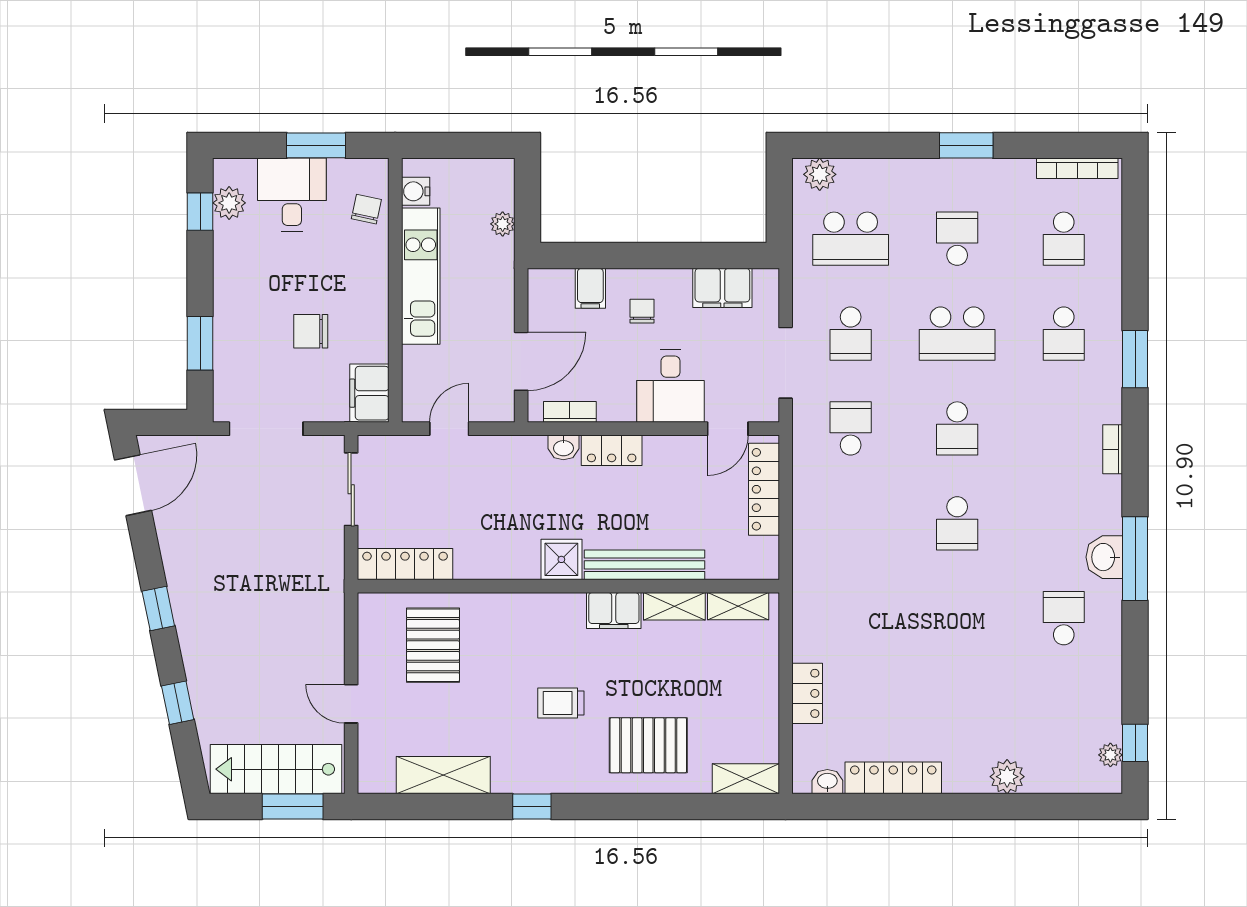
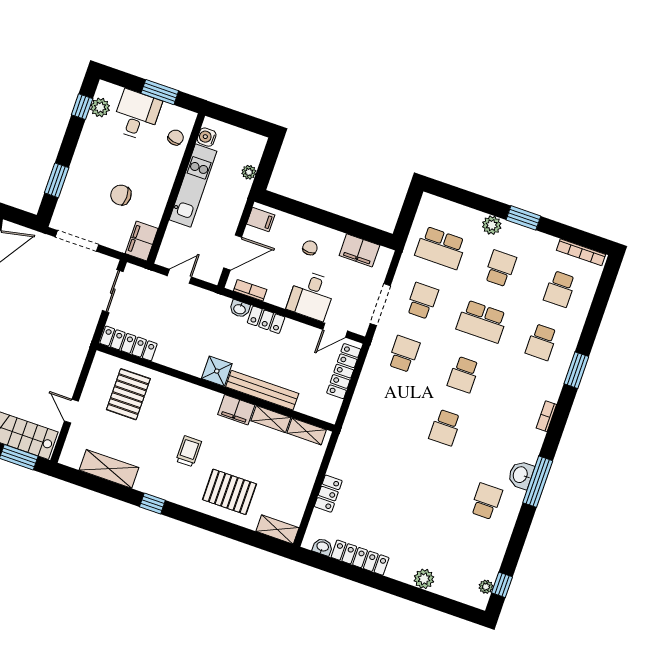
plant: (820, 174) -> (492, 225), moved
filing cabinet: (590, 288) -> (261, 219), moved, turned -90
school desk: (851, 334) -> (422, 301), turned 180
trolley: (561, 703) -> (189, 451), turned 90

